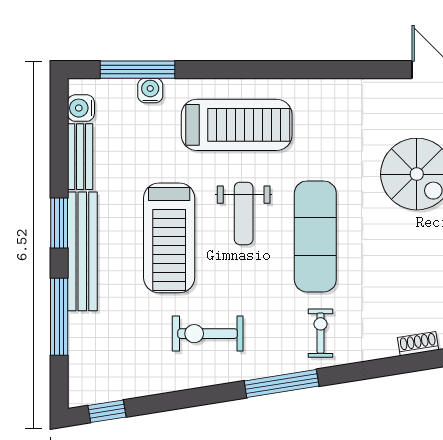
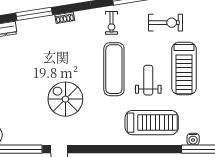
treadmill: (237, 125) -> (152, 123), turned 180
treadmill: (169, 238) -> (184, 68), turned 180

